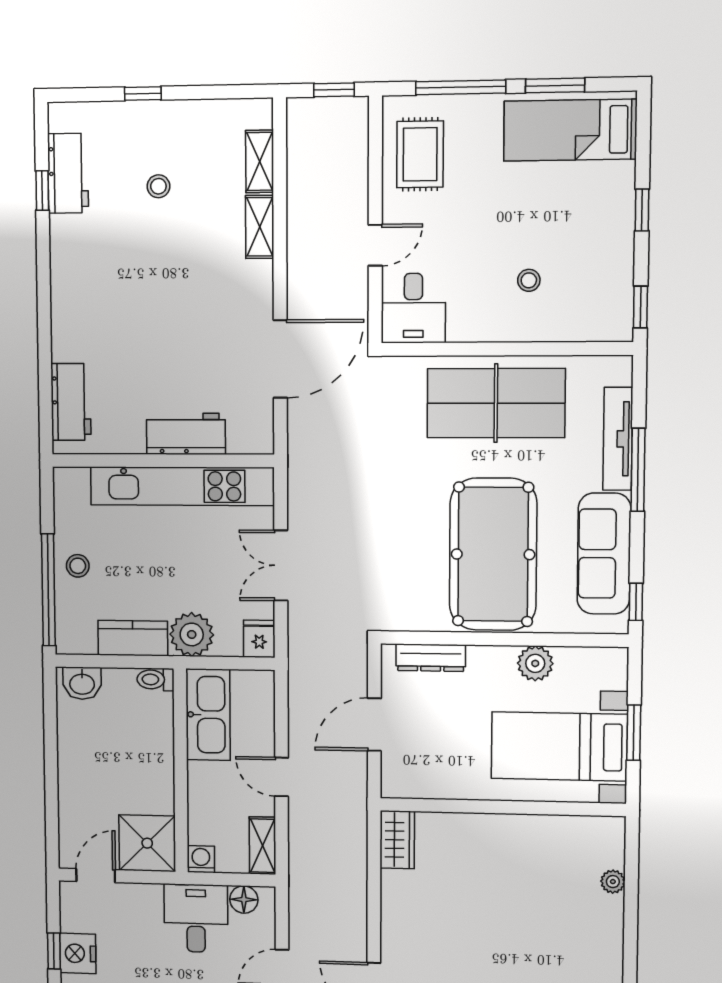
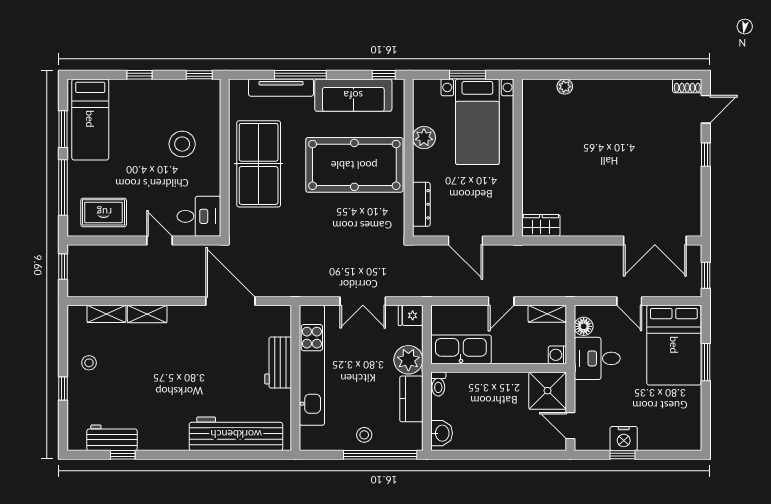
stool: (158, 186) -> (89, 363), moved
stool: (529, 280) -> (182, 144), width x1.89, depth x1.89
workbench: (71, 402) -> (236, 434), width x1.87, depth x1.32

